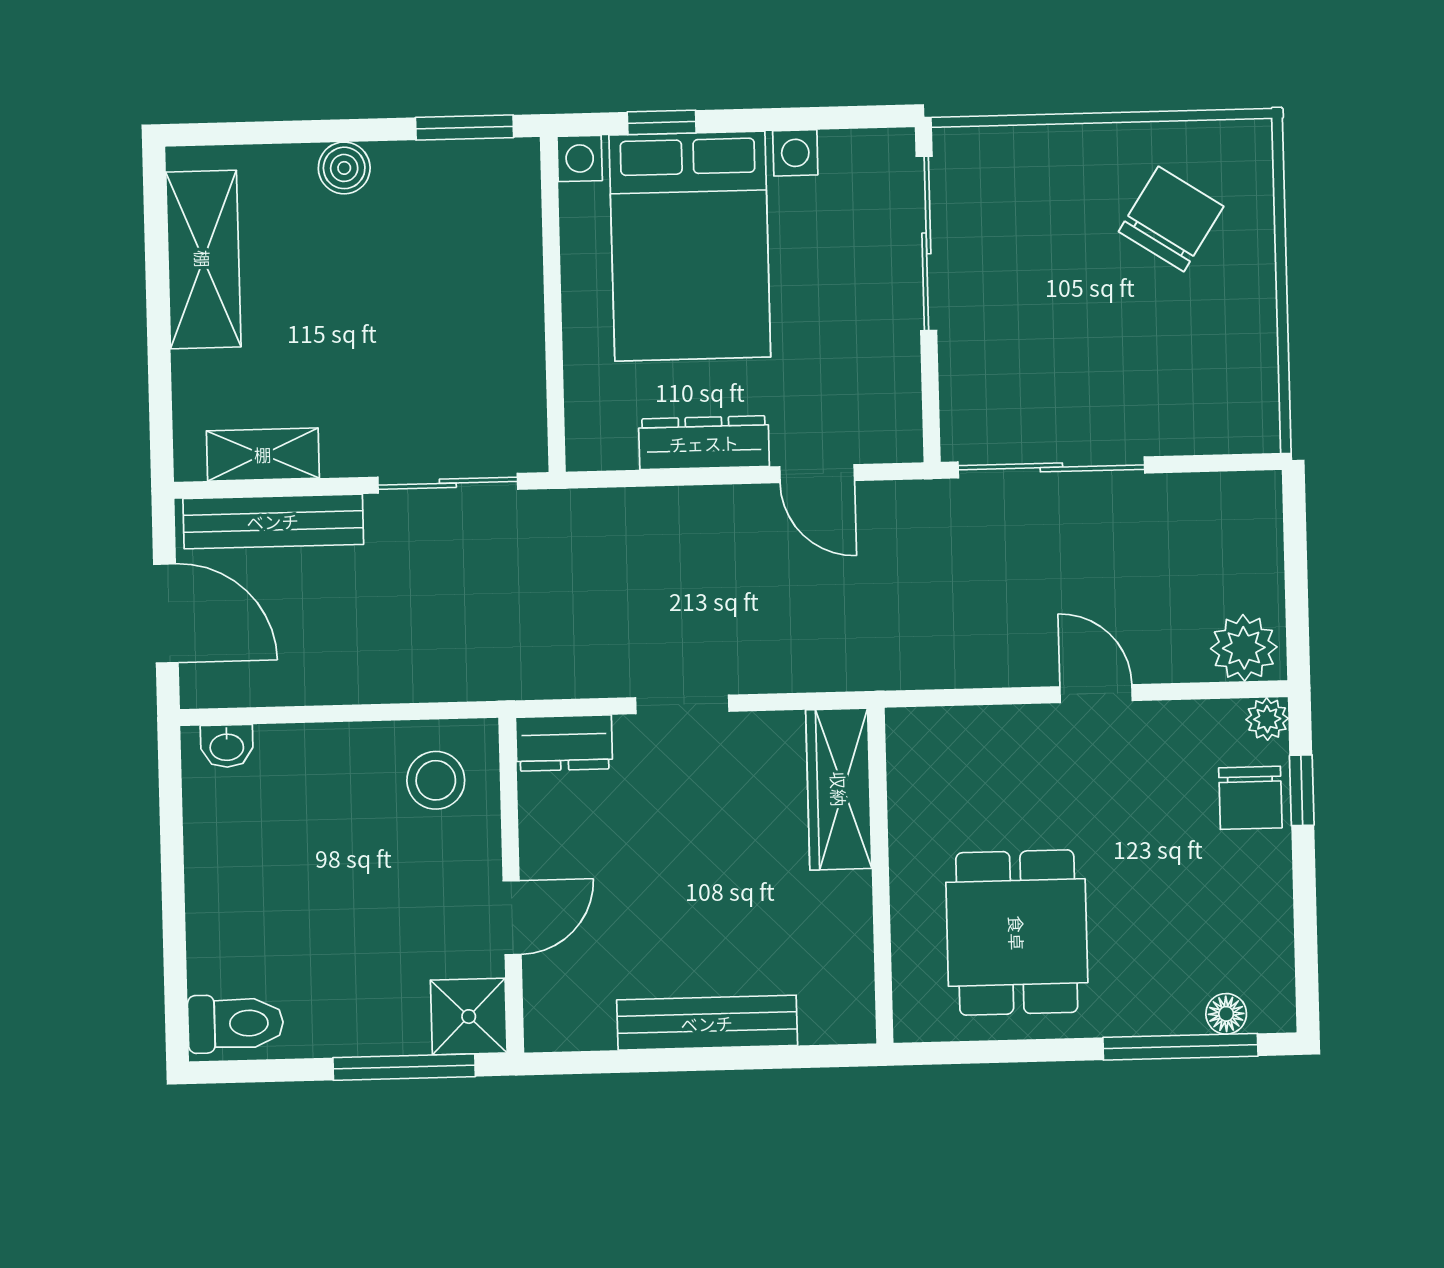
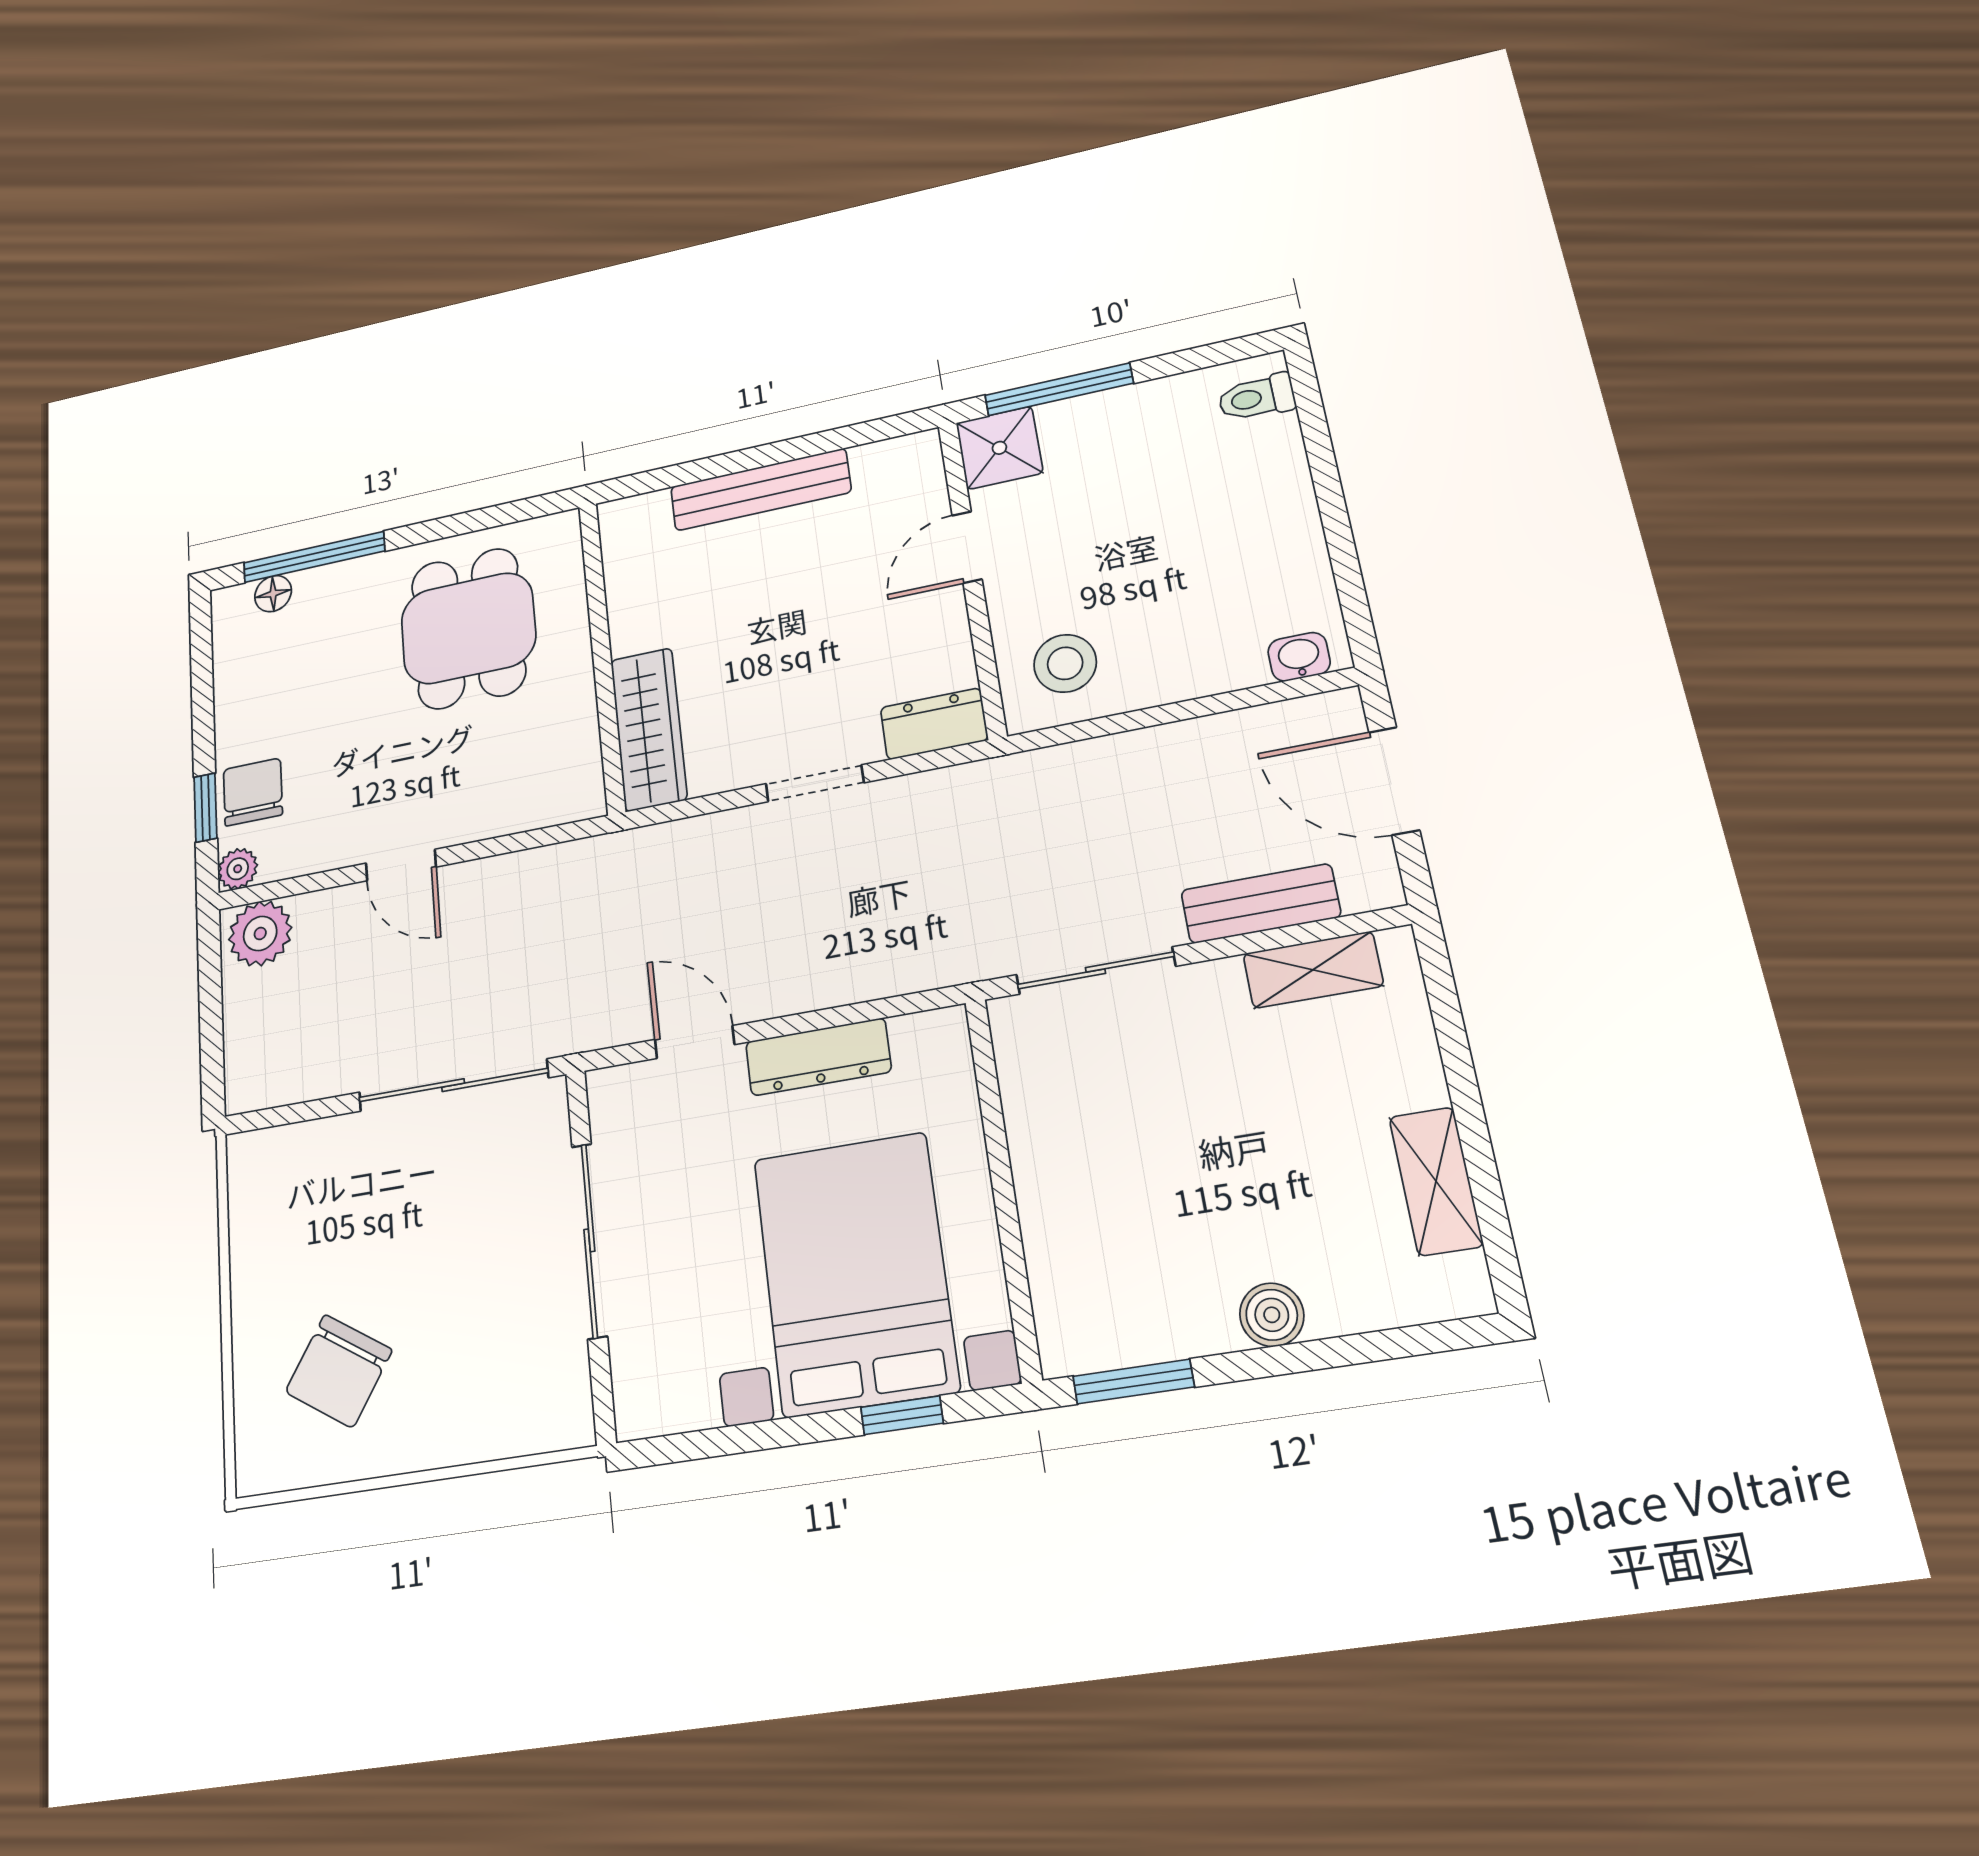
sliding door: (926, 243) -> (589, 1240), moved
shelving: (203, 259) -> (1436, 1181), width x0.67, depth x0.75
bench: (273, 521) -> (1261, 904), width x0.73
toilet: (236, 1023) -> (1257, 398), width x0.73, depth x0.72

